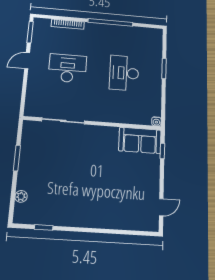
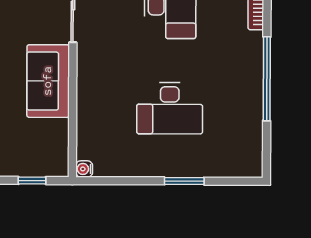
desk: (124, 73) -> (170, 108), turned 180
sofa: (140, 140) -> (48, 81), moved

